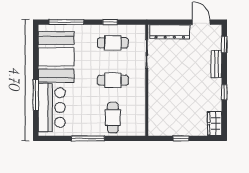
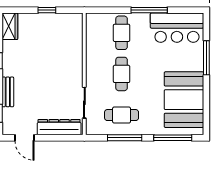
window: (110, 22) -> (125, 138), width x2.17
cafe table: (113, 80) -> (122, 74), turned 90
bar counter: (52, 108) -> (177, 28), moved, turned -90

